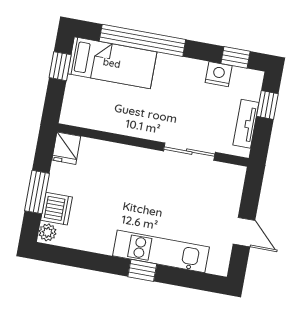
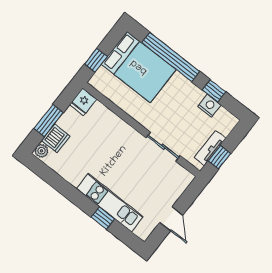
window: (235, 57) -> (214, 91), moved
bed: (112, 63) -> (139, 67), width x1.50
window: (60, 66) -> (96, 60), moved
window: (267, 105) -> (219, 157), moved
window: (142, 270) -> (103, 218), moved

